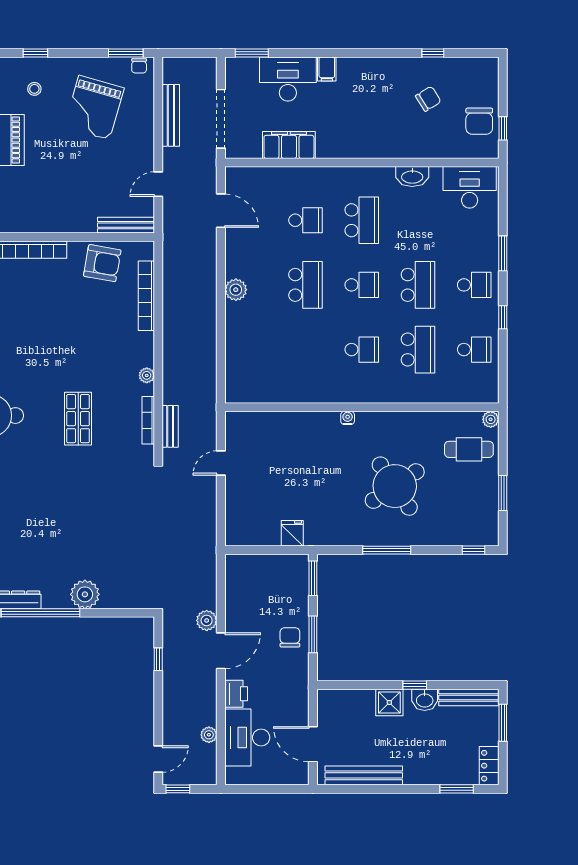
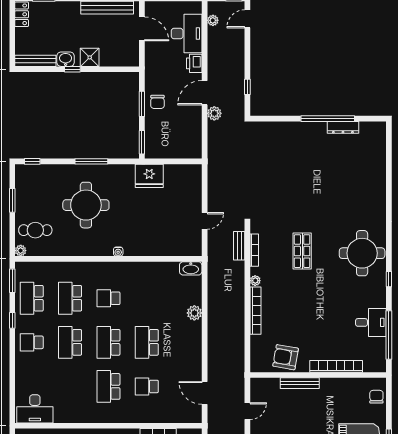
washbasin: (412, 176) -> (191, 268), moved, turned 180
bench: (126, 225) -> (300, 383), moved
window: (503, 253) -> (12, 281), moved
school desk: (362, 285) -> (108, 342), width x1.85
plant: (236, 290) -> (194, 313), moved
bookcase: (146, 296) -> (255, 311), moved
school desk: (474, 350) -> (32, 298), width x1.85
round table: (395, 486) -> (86, 205), turned 34
fridge: (292, 533) -> (149, 176), width x1.88, depth x1.34
plant: (85, 594) -> (297, 131), removed
window: (503, 723) -> (12, 44), removed
plant: (209, 735) -> (213, 20), moved

